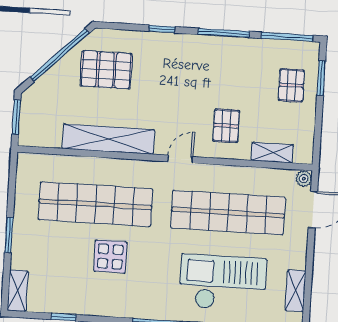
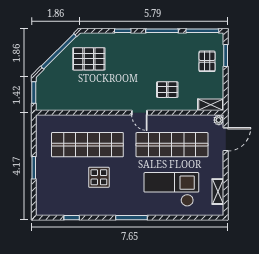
pallet: (226, 126) -> (167, 90), turned 90
shelving: (108, 139) -> (93, 103), removed
shelving: (272, 153) -> (211, 105), moved
door: (180, 159) -> (139, 113), swing flipped
shelving: (18, 291) -> (41, 203), removed

